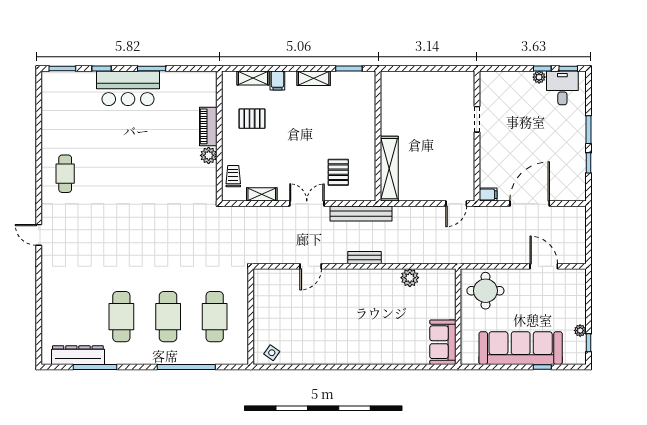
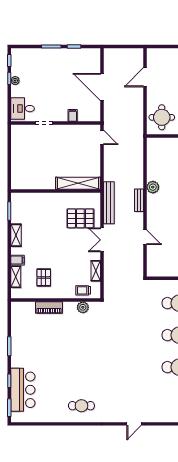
bar counter: (128, 88) -> (23, 390), moved
desk: (562, 88) -> (23, 109), moved
plant: (209, 155) -> (83, 307), moved
pallet: (338, 172) -> (80, 218), width x1.50, depth x1.42
filing cabinet: (488, 195) -> (73, 115), moved
door: (39, 235) -> (134, 424), moved
plant: (410, 278) -> (153, 187), moved

